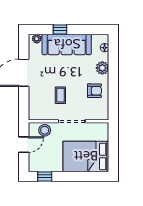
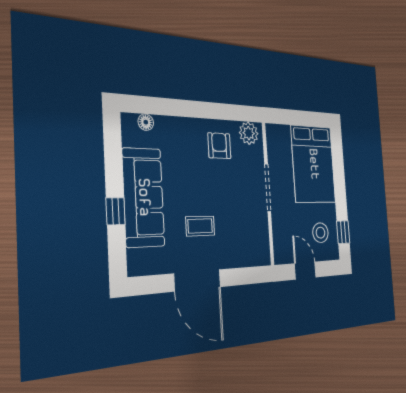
plant: (37, 39) -> (135, 259), removed
plant: (102, 68) -> (249, 133), moved
coffee table: (60, 95) -> (200, 226), moved
stool: (45, 130) -> (320, 233), moved

